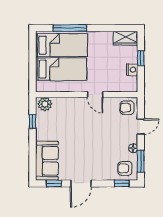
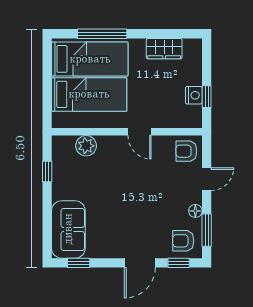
wardrobe: (126, 38) -> (164, 49), moved
window: (141, 58) -> (207, 97), moved
plant: (45, 104) -> (86, 146), moved
door: (81, 183) -> (140, 263), moved

